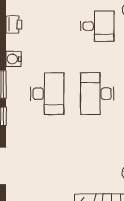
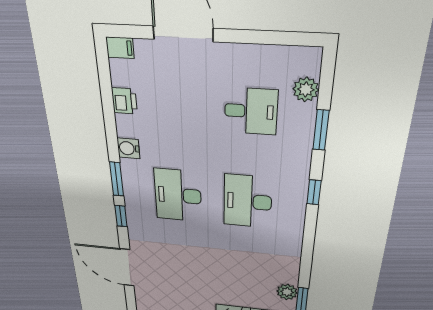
desk: (47, 94) -> (178, 195), turned 180

